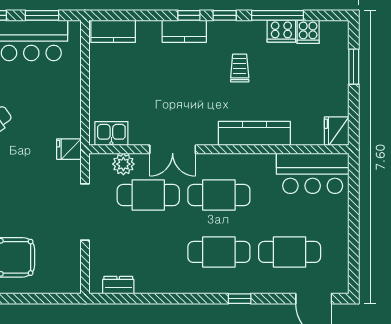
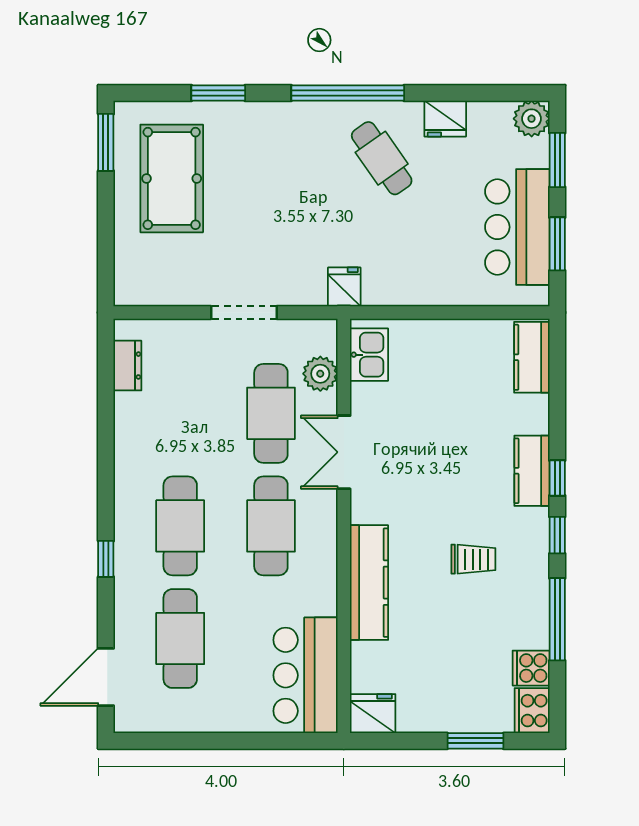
cooker: (281, 31) -> (532, 711), moved
doorway: (85, 212) -> (244, 313), width x0.73

